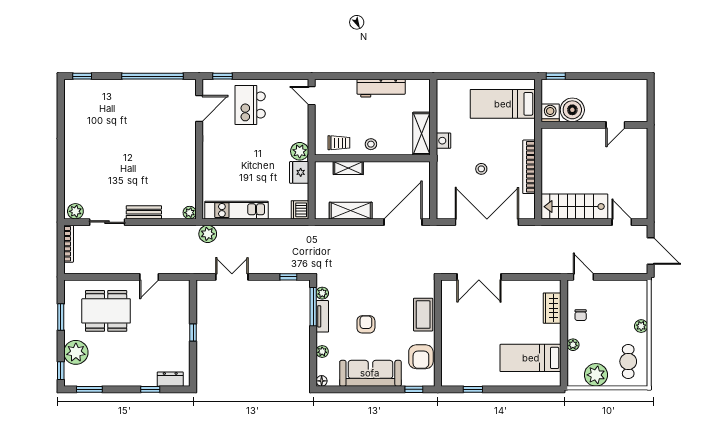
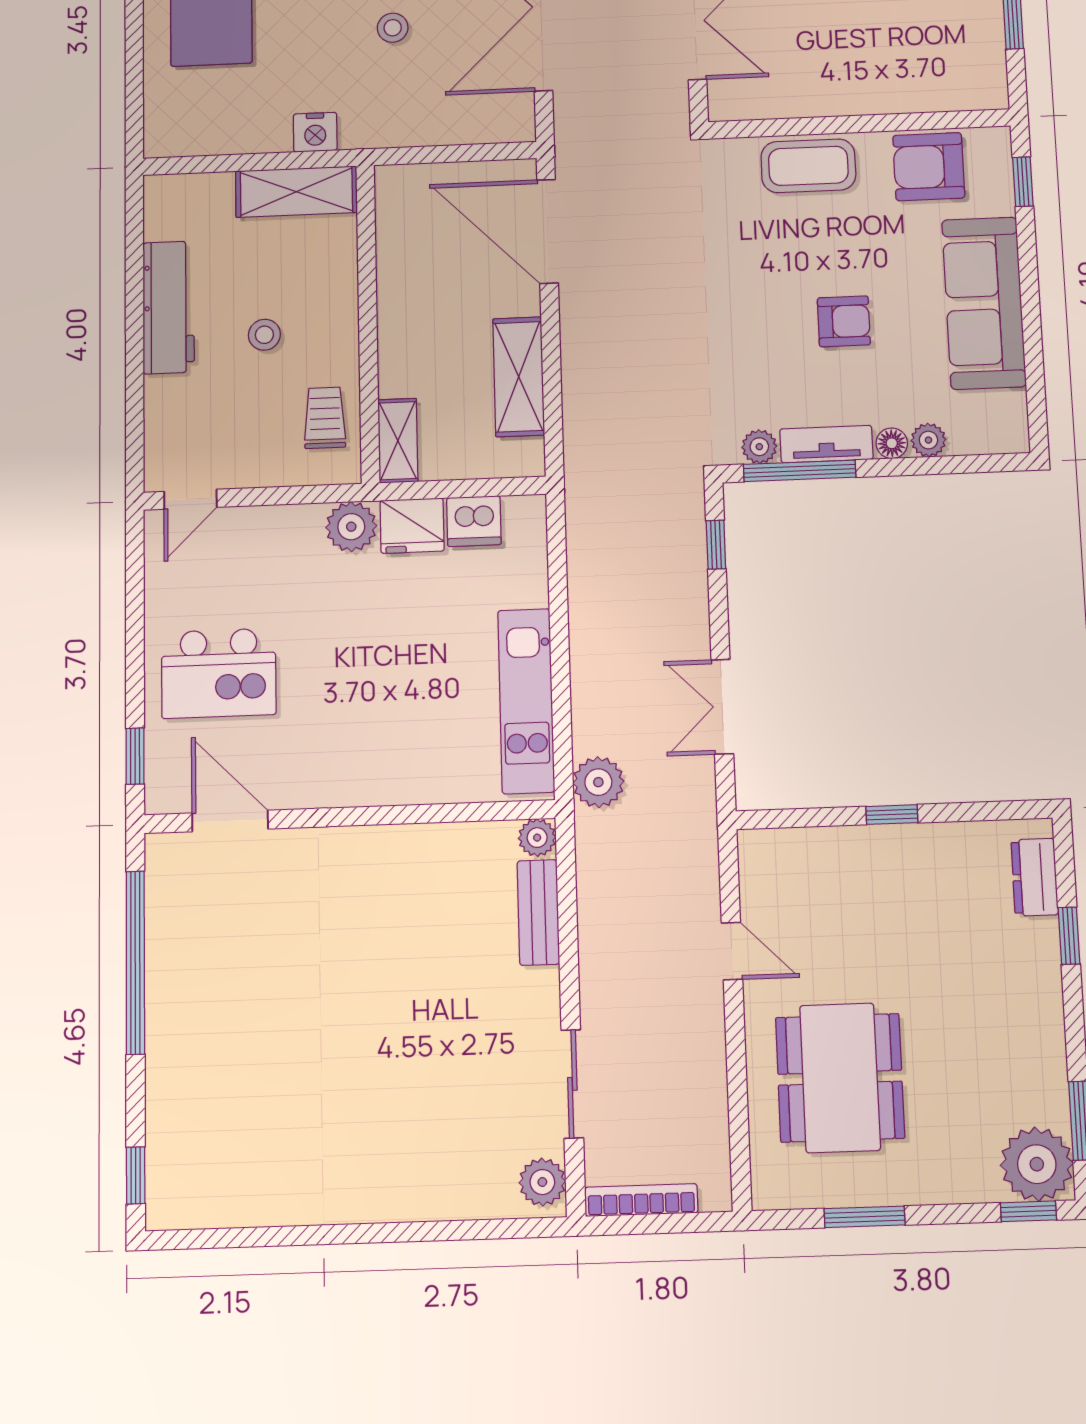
stool: (371, 144) -> (264, 335), moved
shelving: (348, 168) -> (398, 441), moved
dishwasher: (300, 210) -> (474, 521), moved
bench: (144, 212) -> (538, 912), moved
armchair: (366, 324) -> (844, 321), turned 180
plant: (76, 352) -> (1037, 1164), moved
armchair: (421, 357) -> (929, 167), turned 180
floor lamp: (322, 381) -> (892, 443), moved

